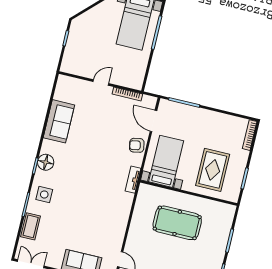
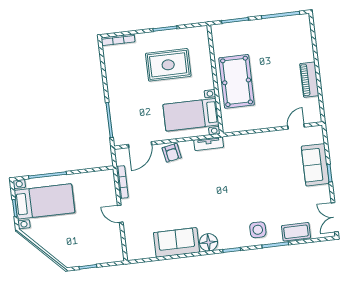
bed with nightstands: (166, 161) -> (191, 115), moved
floor lamp: (46, 162) -> (208, 242), moved
wall: (189, 193) -> (215, 79), moved

